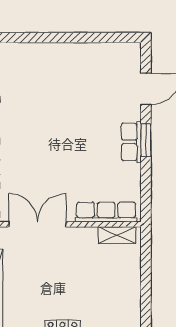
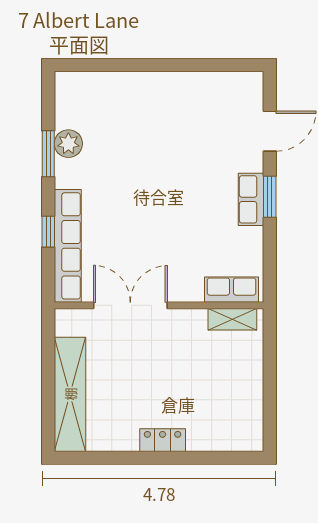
row of seats: (106, 212) -> (232, 290), width x0.68

